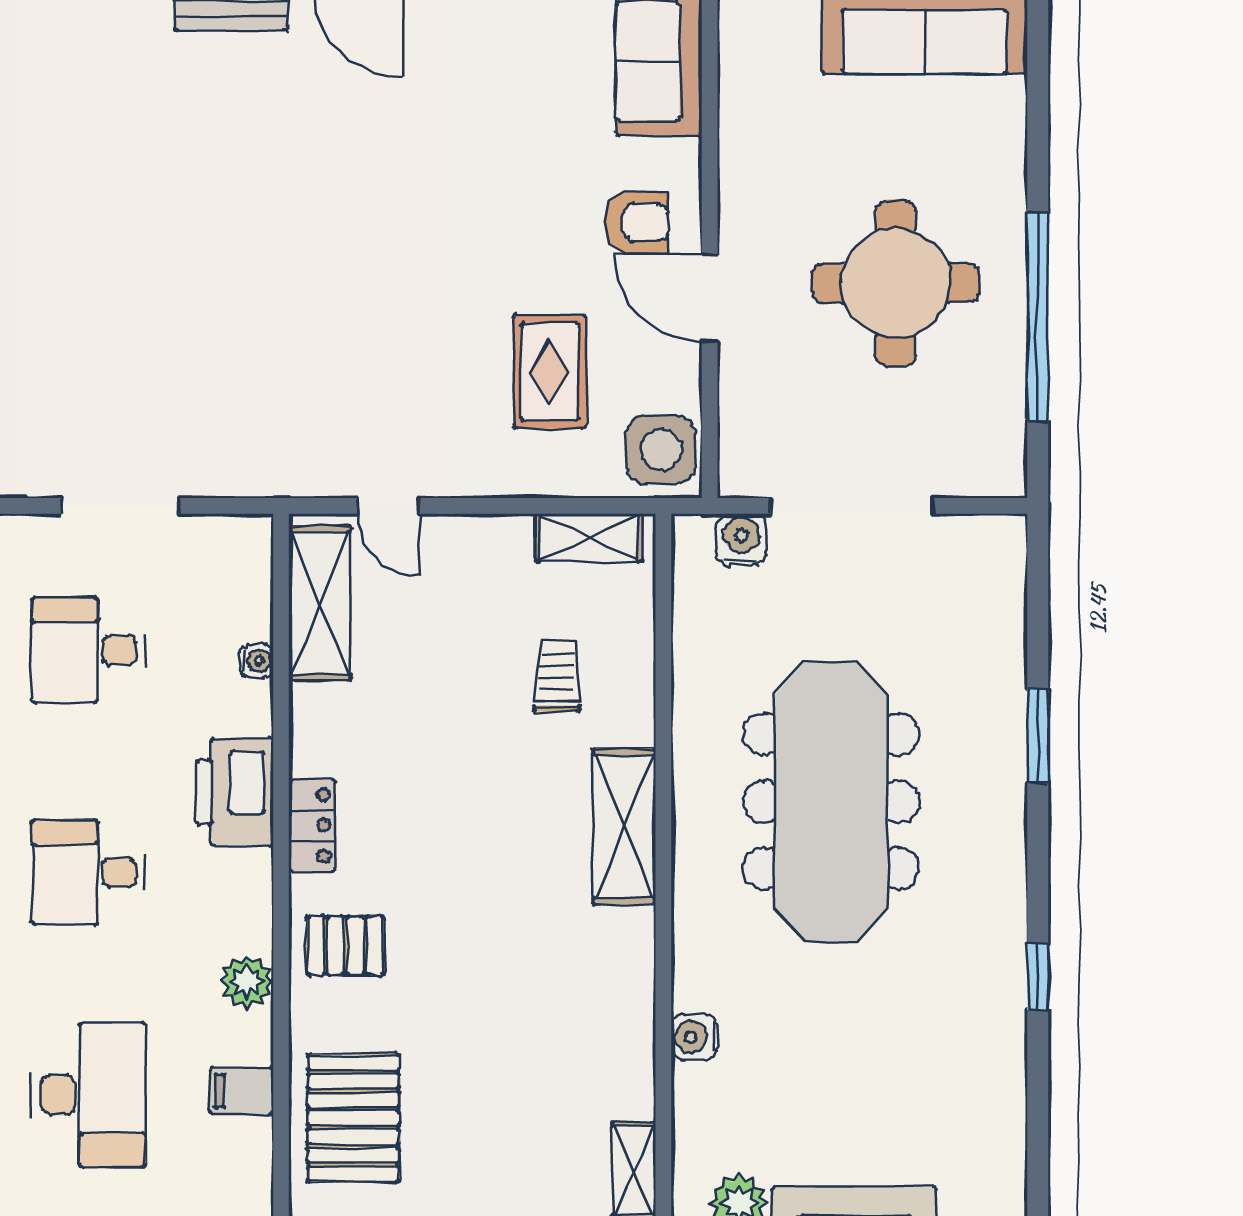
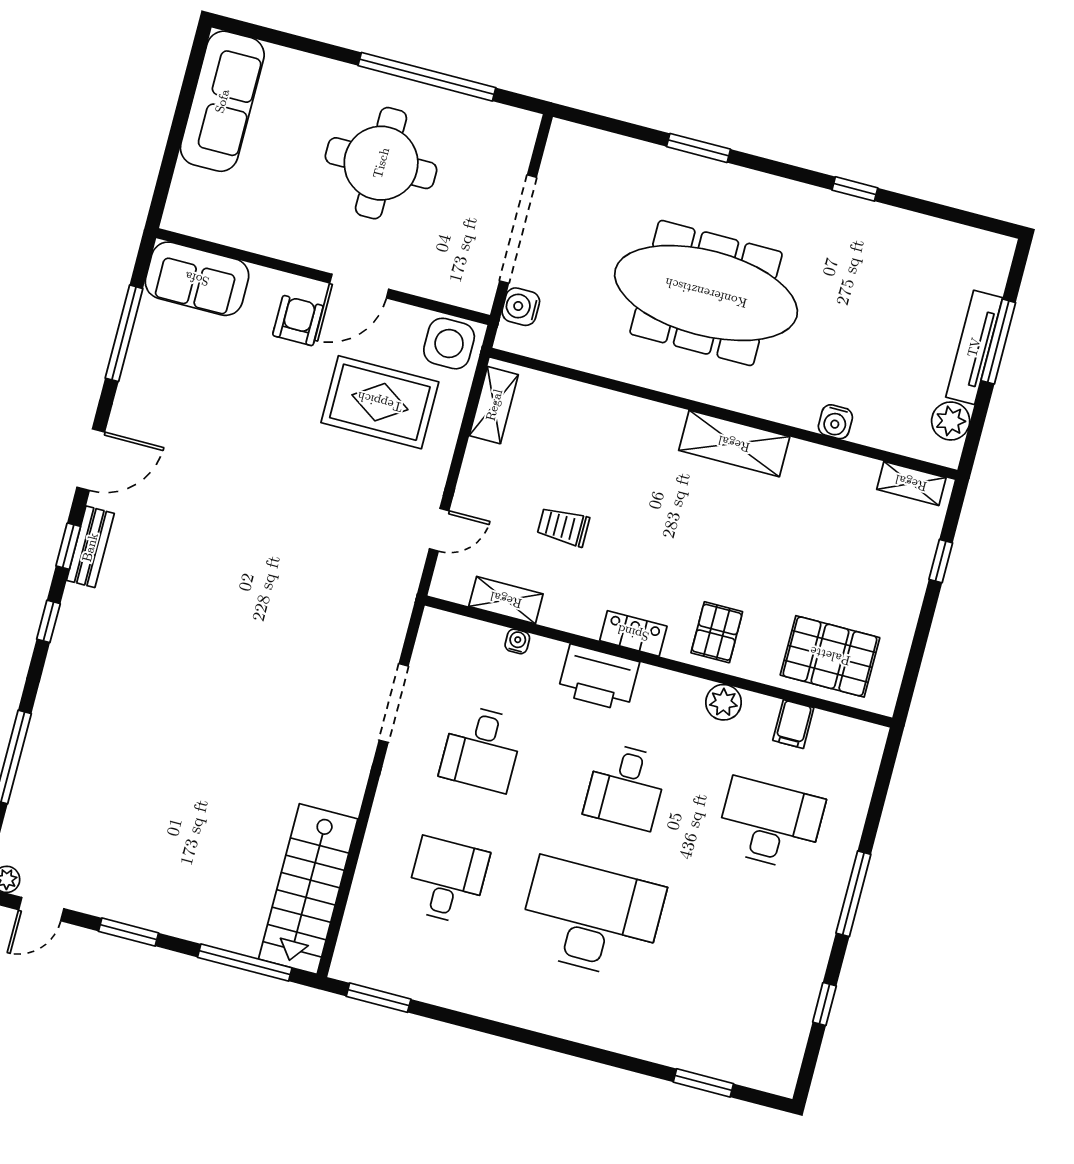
rug: (550, 372) -> (380, 402), width x1.36, depth x1.43
shelving: (320, 603) -> (506, 600), width x0.67, depth x0.75
trolley: (557, 676) -> (563, 527), moved
shelving: (624, 826) -> (734, 444), moved

